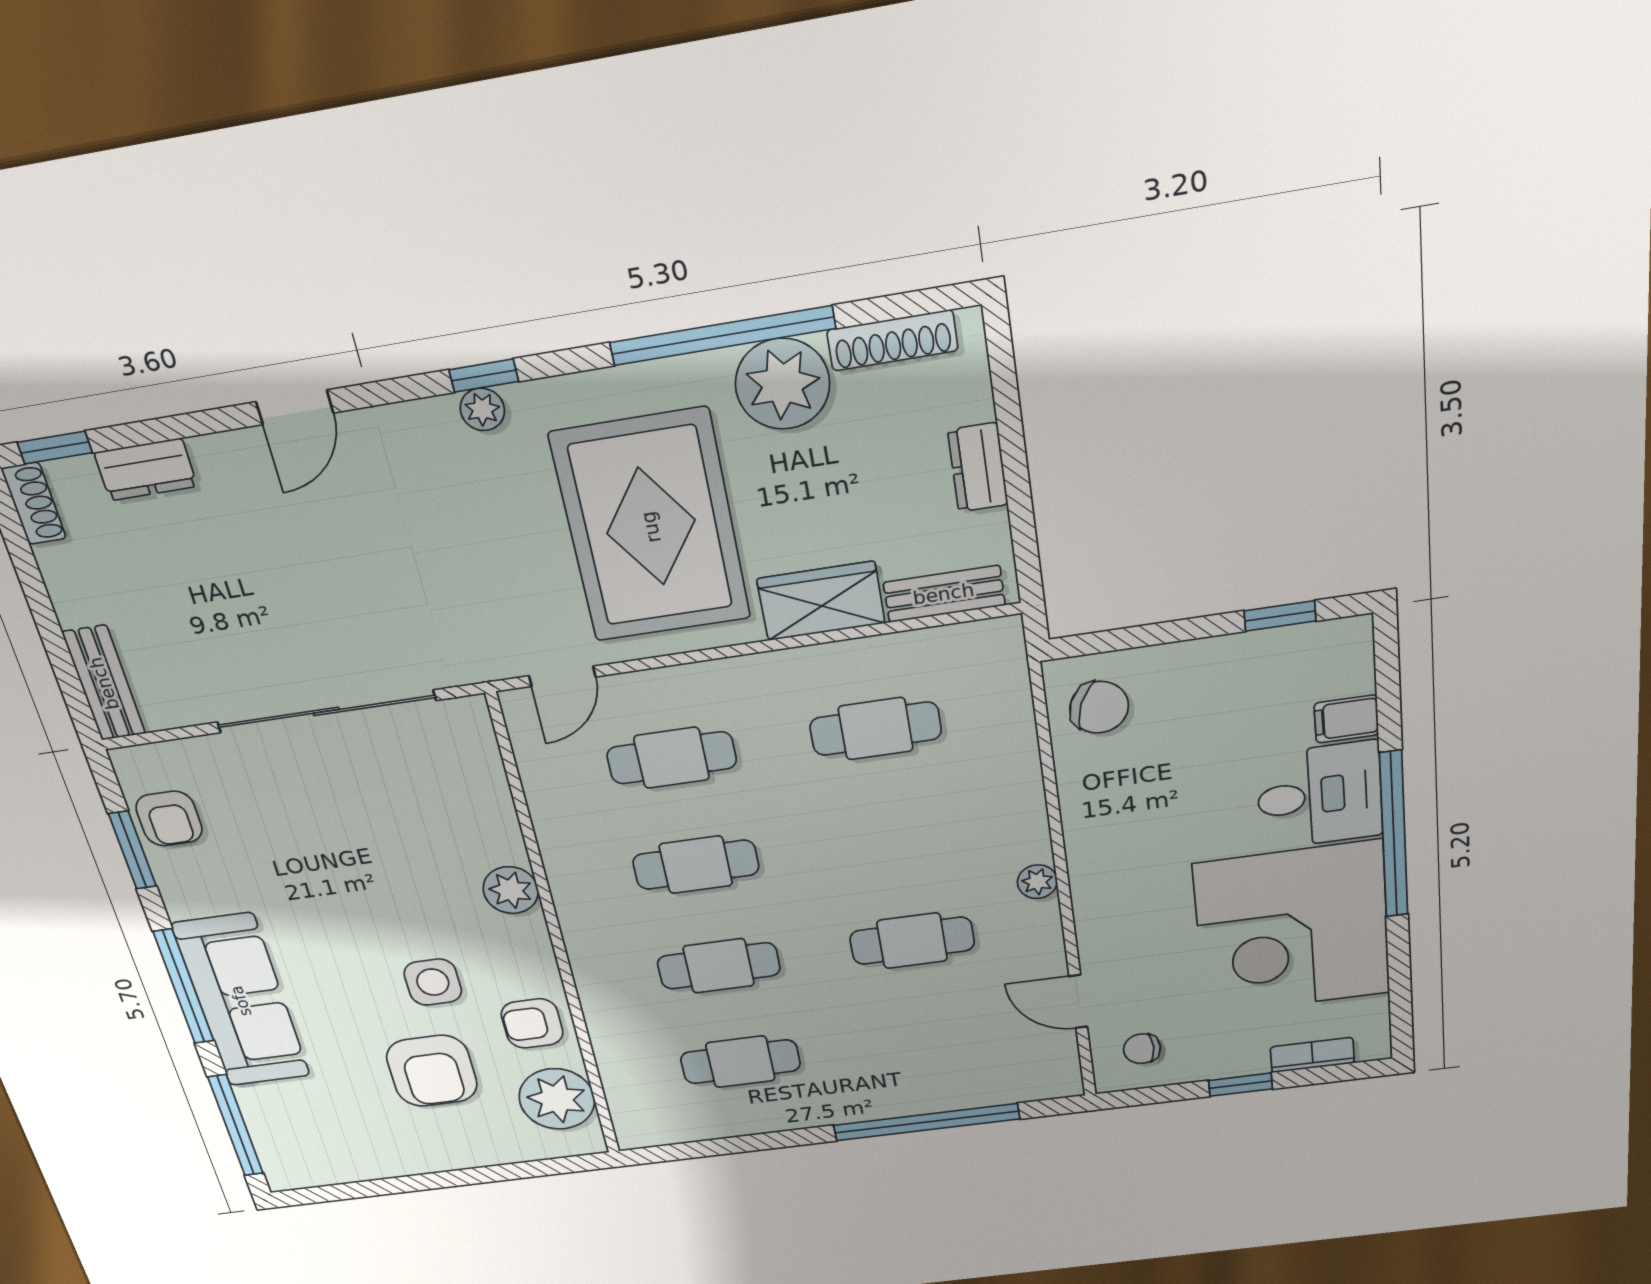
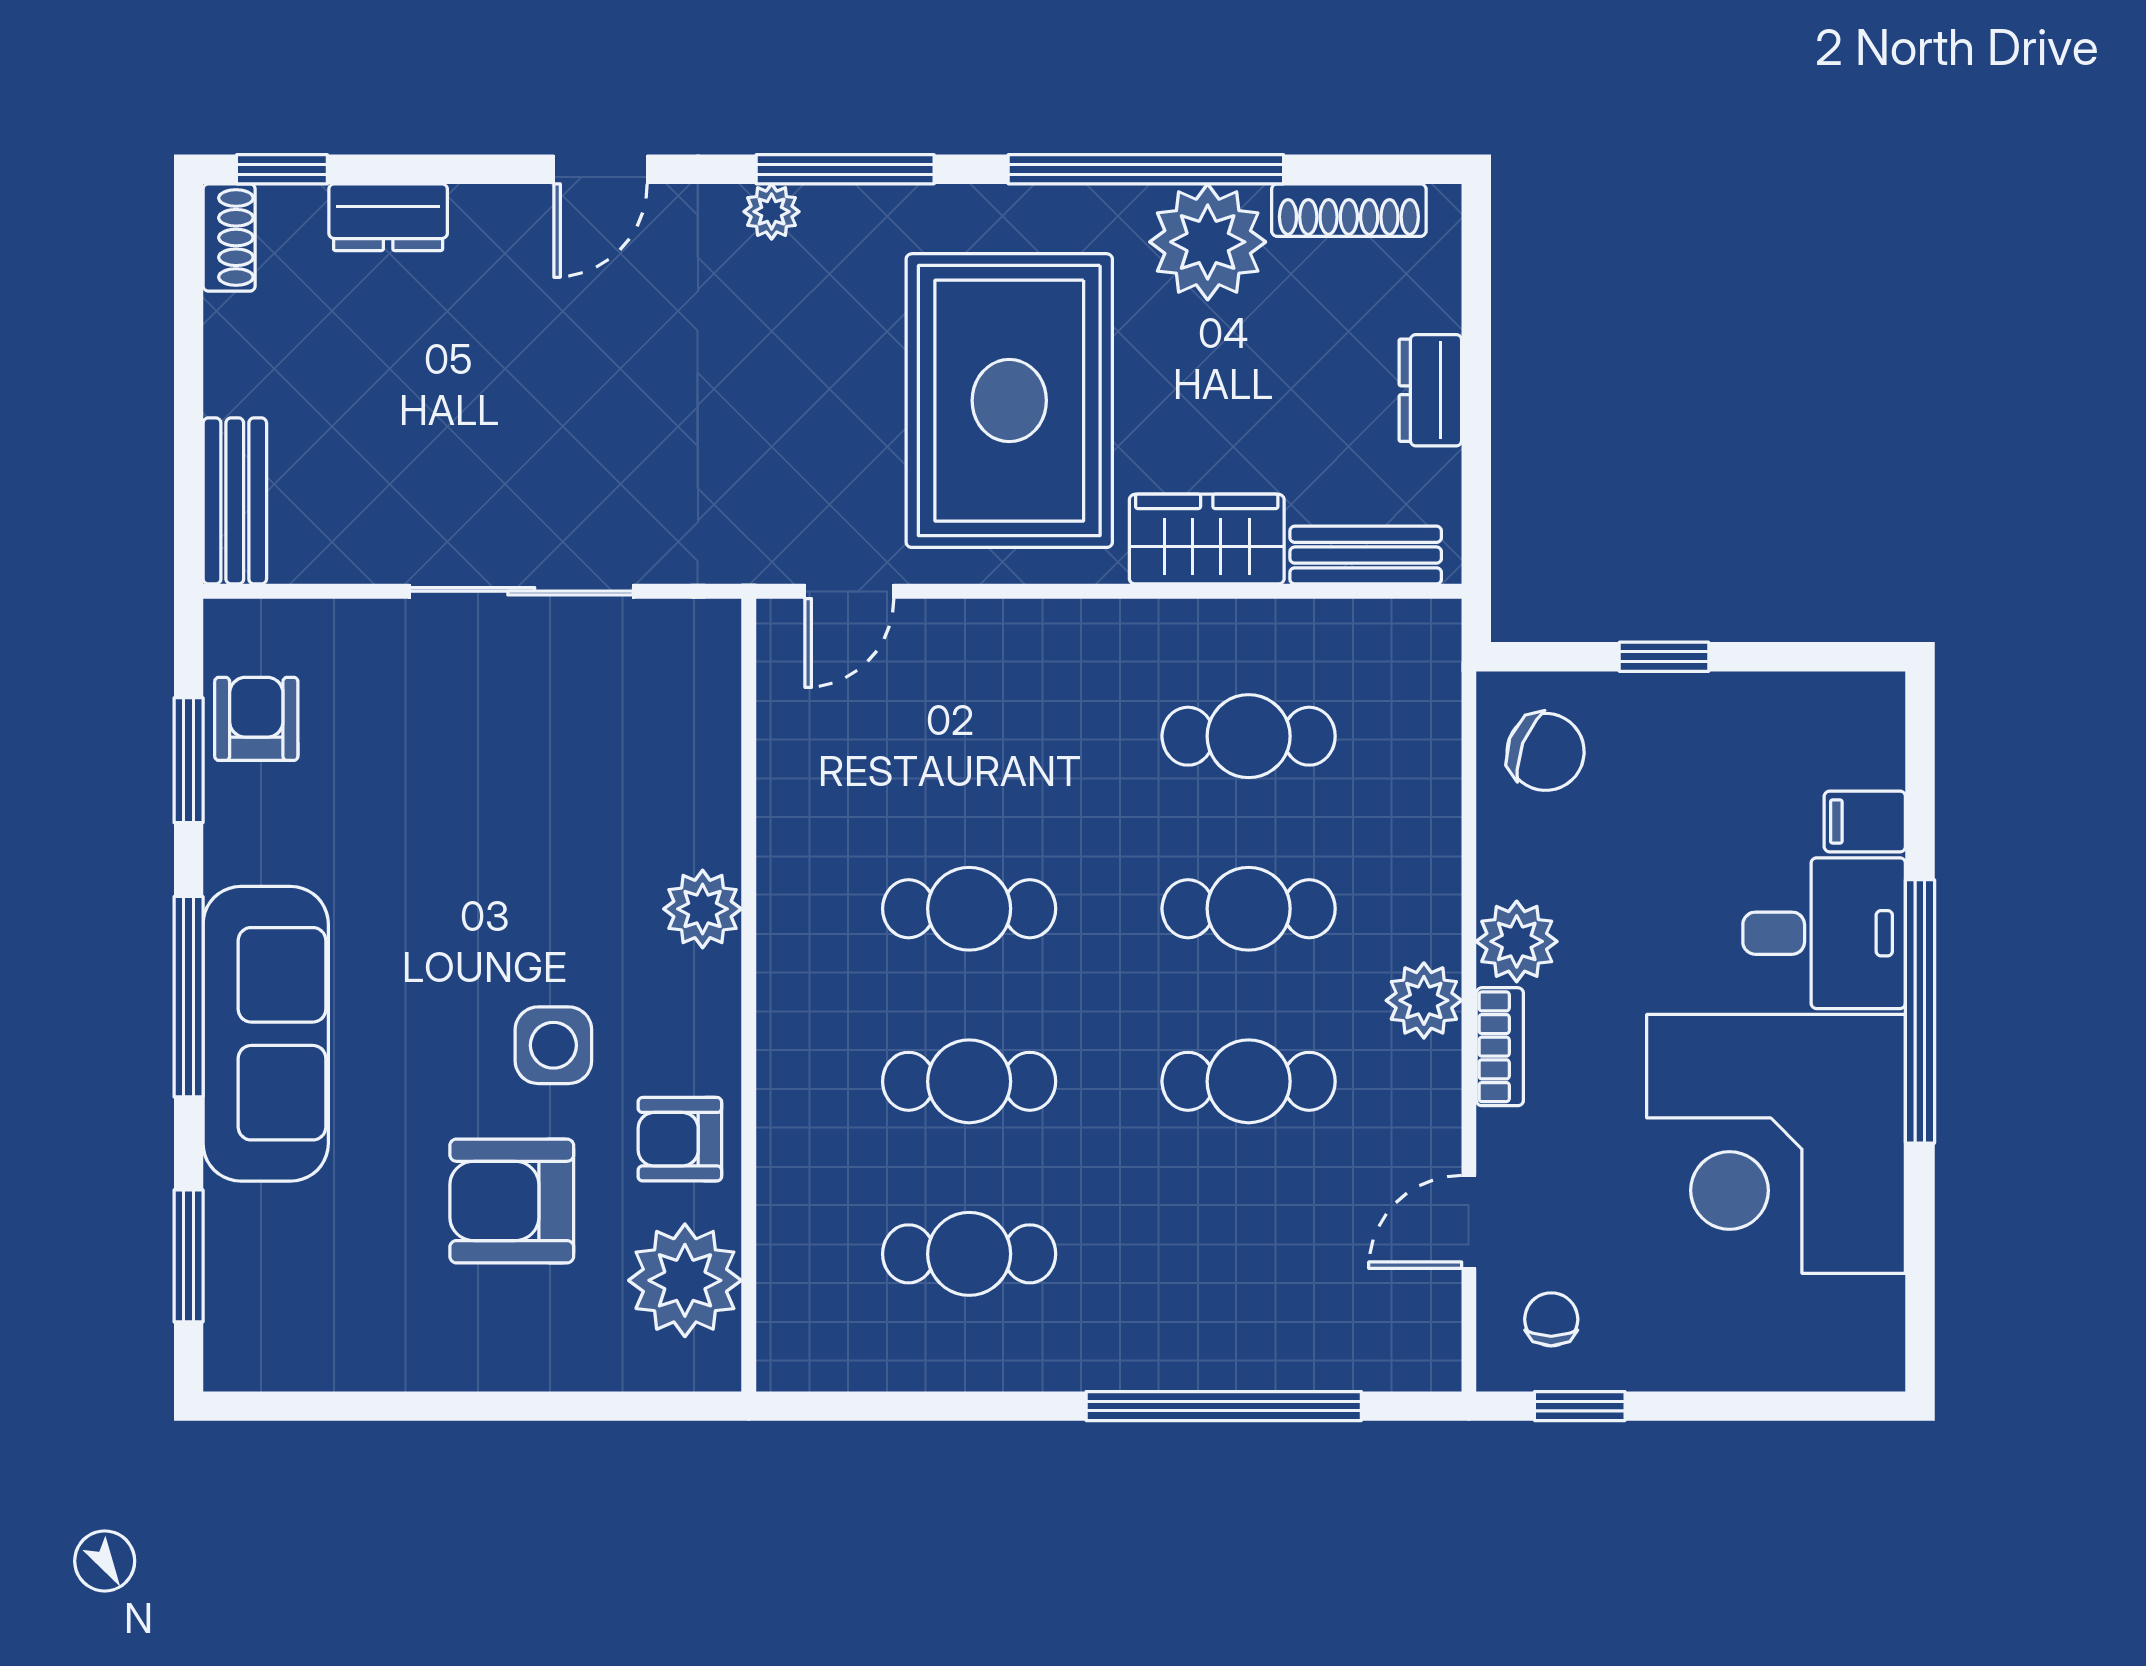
window: (484, 376) -> (845, 169), width x2.17
plant: (482, 409) -> (772, 212), moved
window: (1280, 616) -> (1664, 657), moved
sliding door: (326, 711) -> (521, 591), width x0.73
cafe table: (672, 758) -> (1249, 909), moved
armchair: (169, 819) -> (256, 719), turned 180
plant: (1092, 831) -> (1517, 941), added
plant: (1037, 882) -> (1424, 1000), width x1.38, depth x1.38
door: (1078, 1002) -> (1469, 1222), hinge flipped
chair: (1142, 1049) -> (1551, 1319), turned 90
bookcase: (1312, 1055) -> (1500, 1047), moved, turned 90
armchair: (432, 1071) -> (512, 1201), turned 90
window: (1241, 1085) -> (1580, 1406), moved
window: (236, 1125) -> (189, 1256), width x0.69

